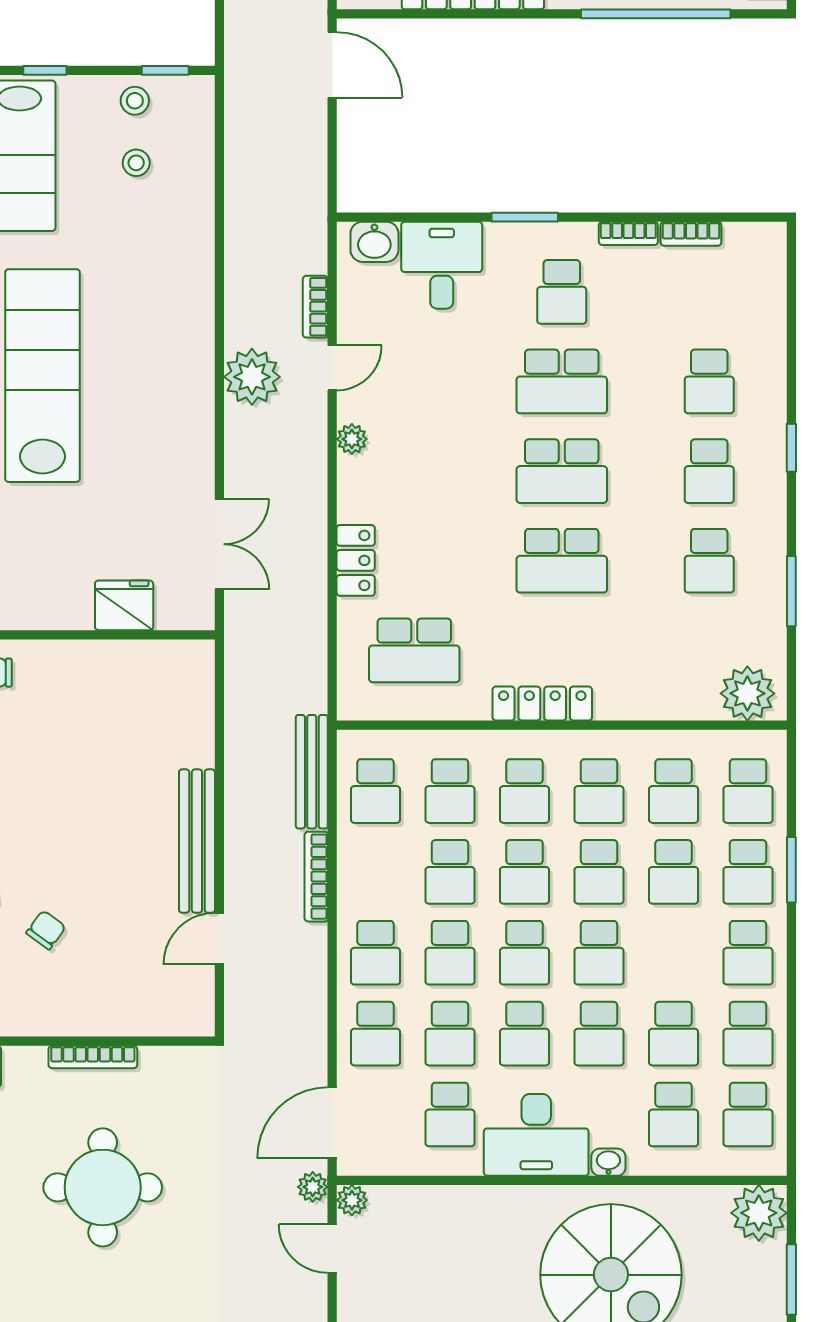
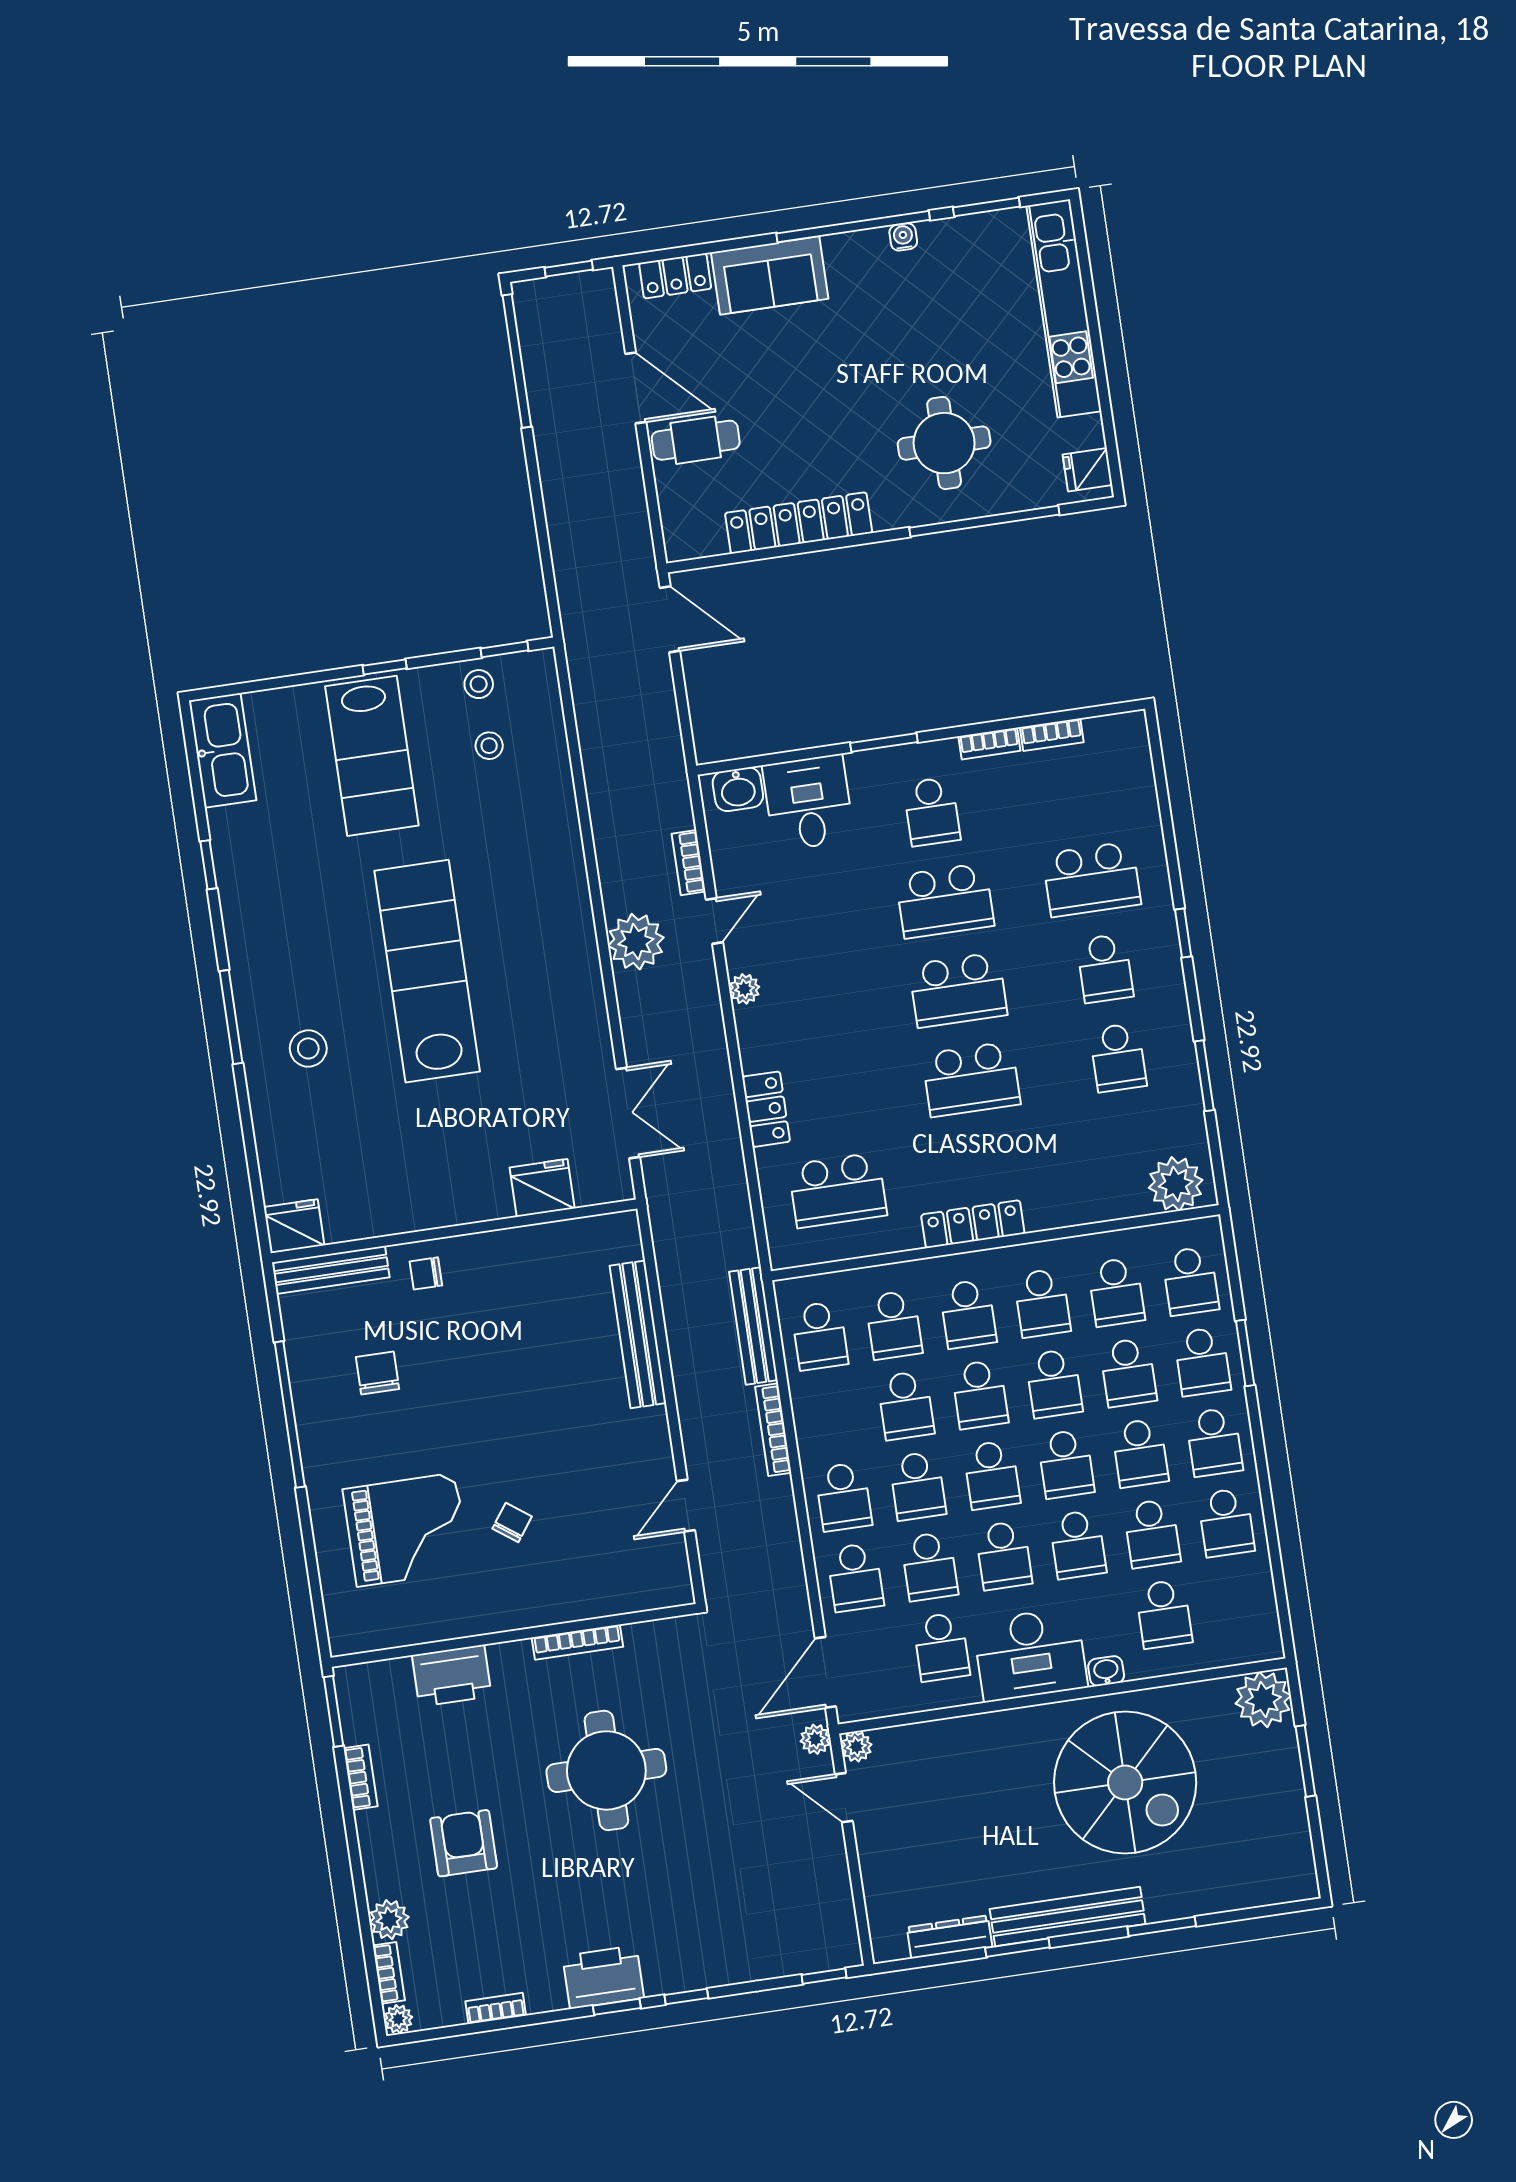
school desk: (709, 381) -> (1092, 879), width x1.85
bench: (197, 841) -> (638, 1334), moved
school desk: (748, 1115) -> (1140, 1453), moved

